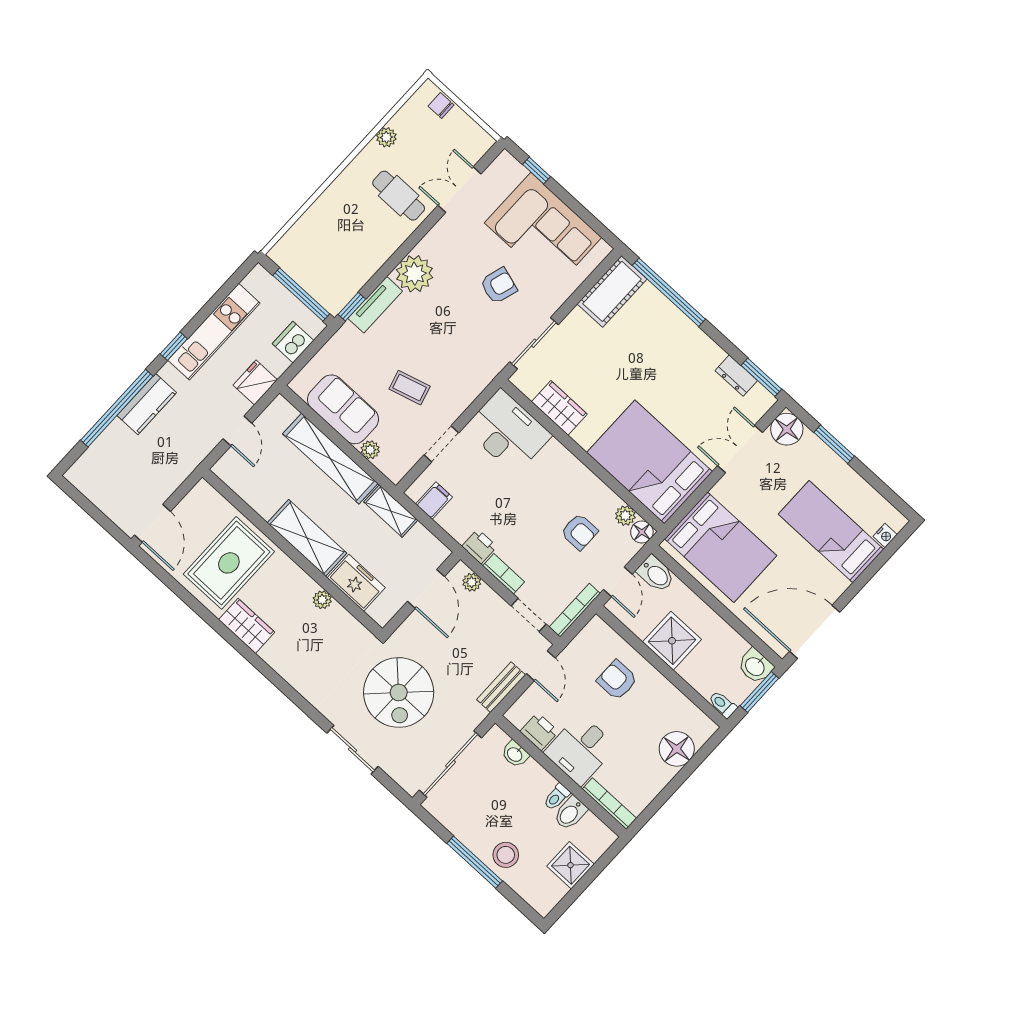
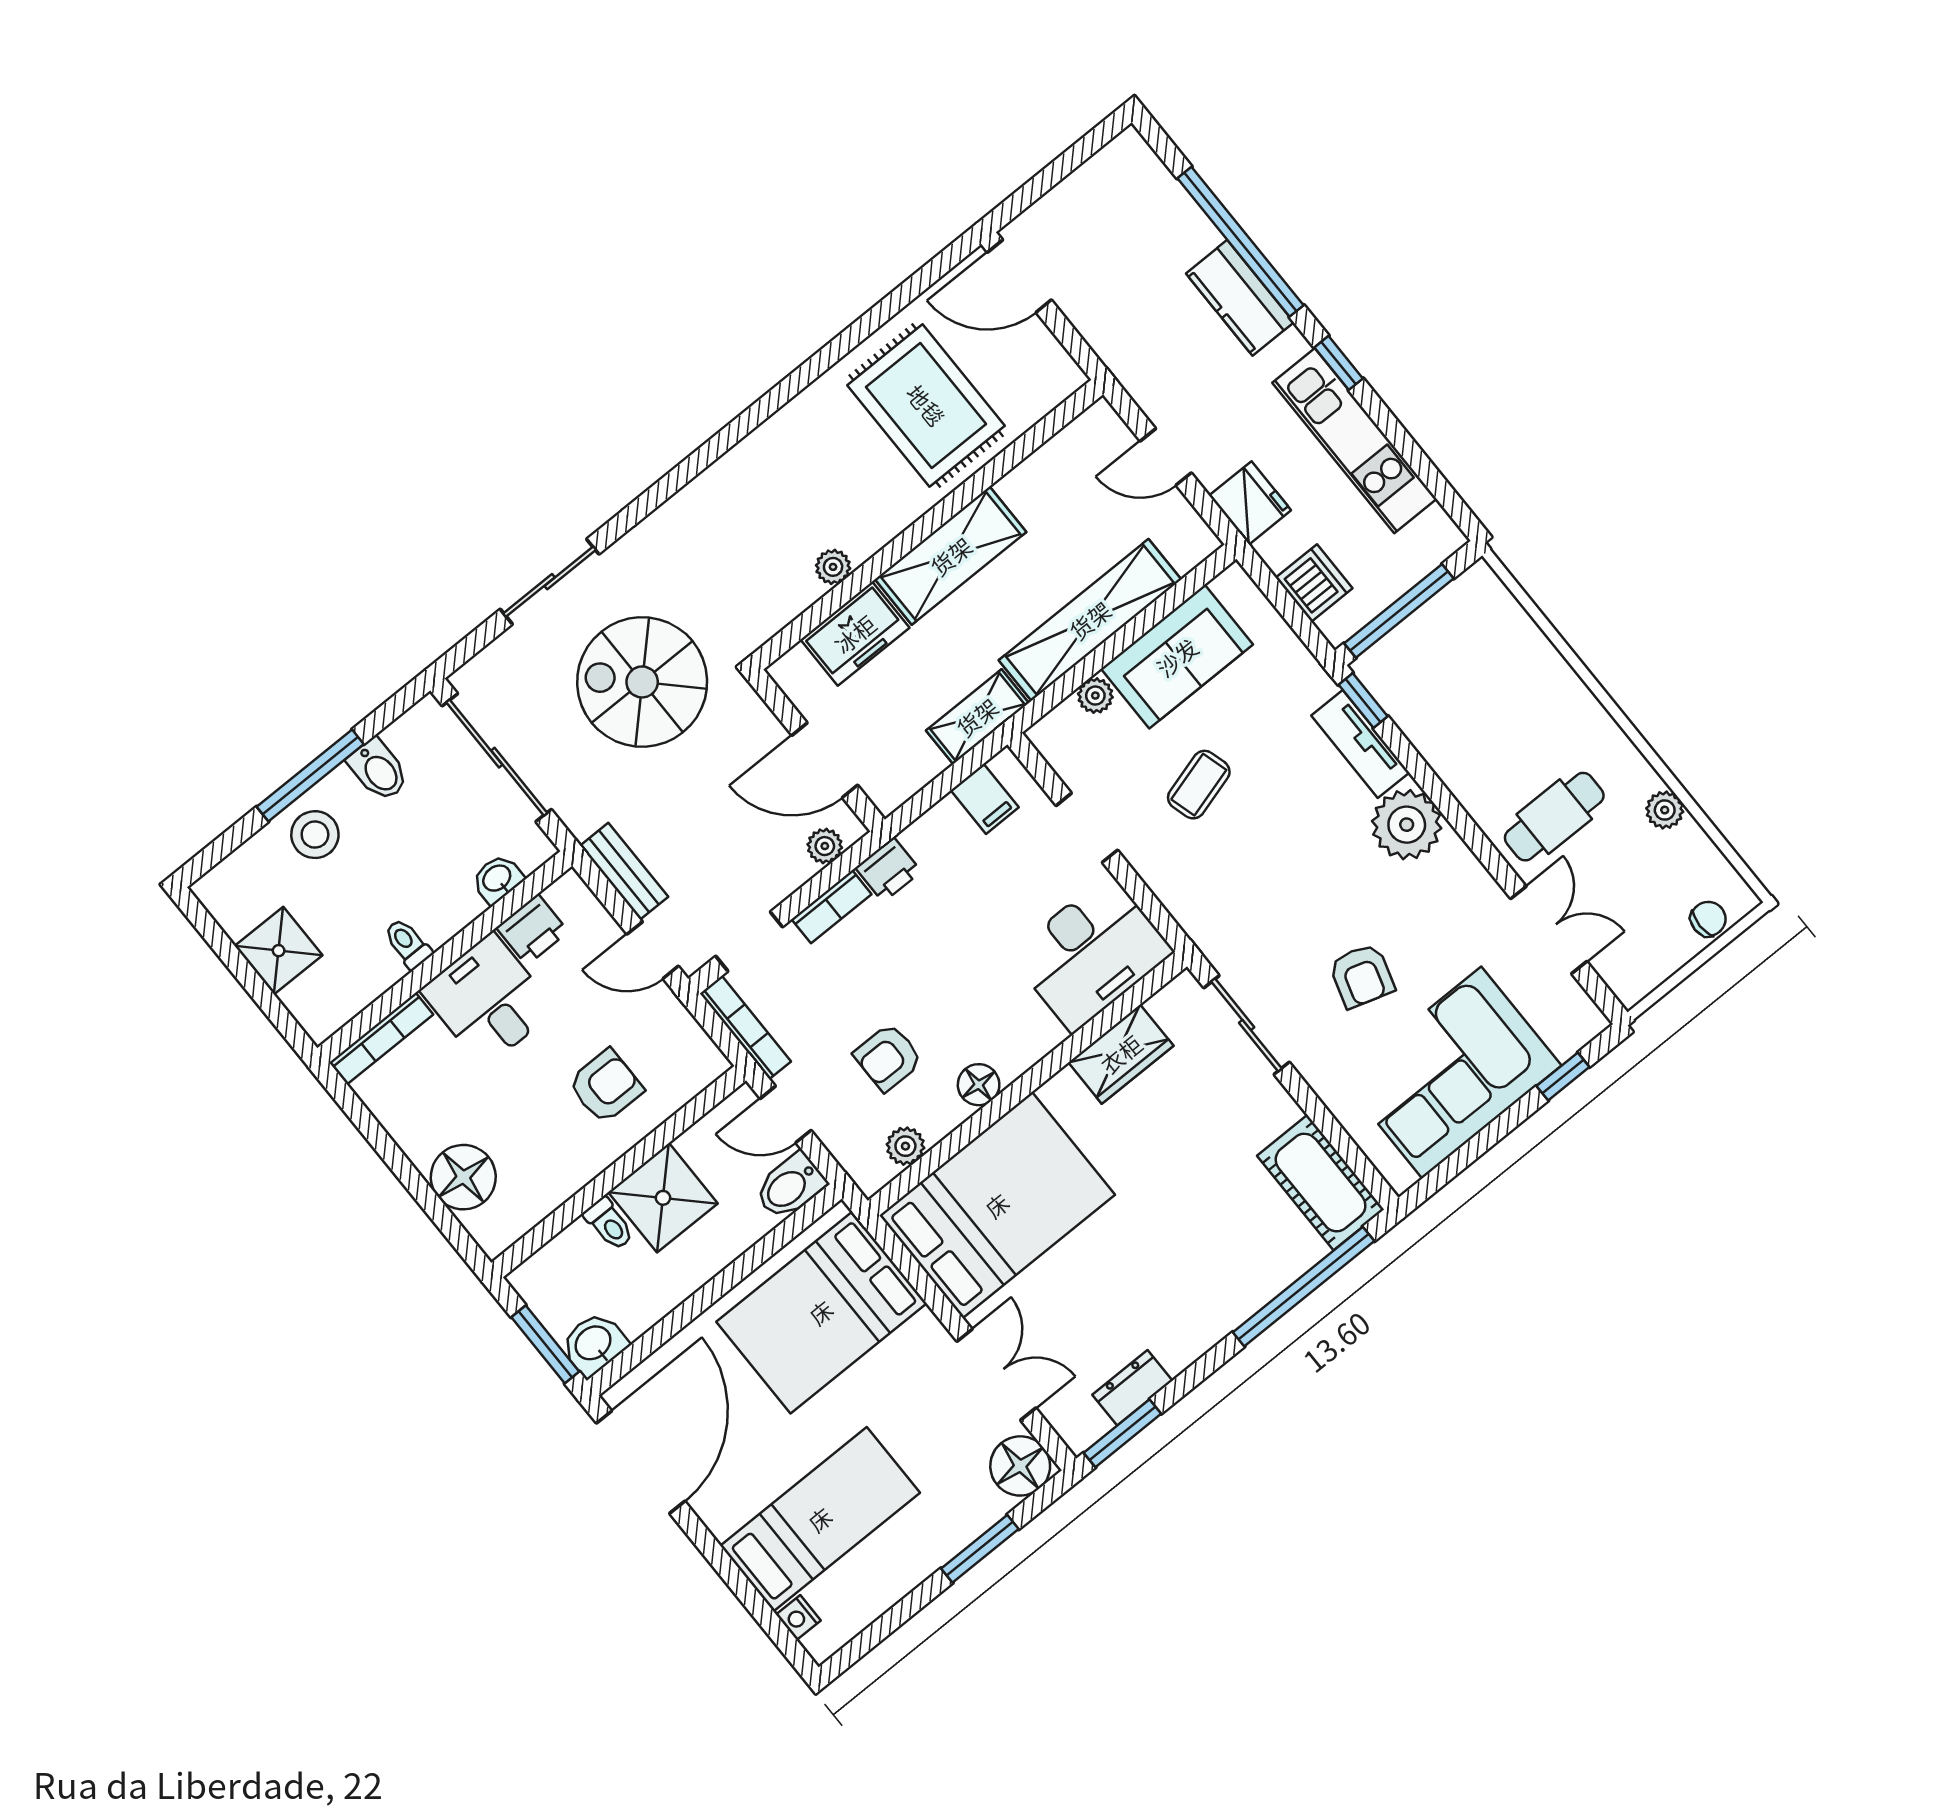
floor lamp: (642, 532) -> (979, 1085), moved
wardrobe: (247, 626) -> (806, 421), removed
toilet: (723, 704) -> (609, 1224), moved, turned 90
bidet: (570, 813) -> (378, 770), moved, turned 180

